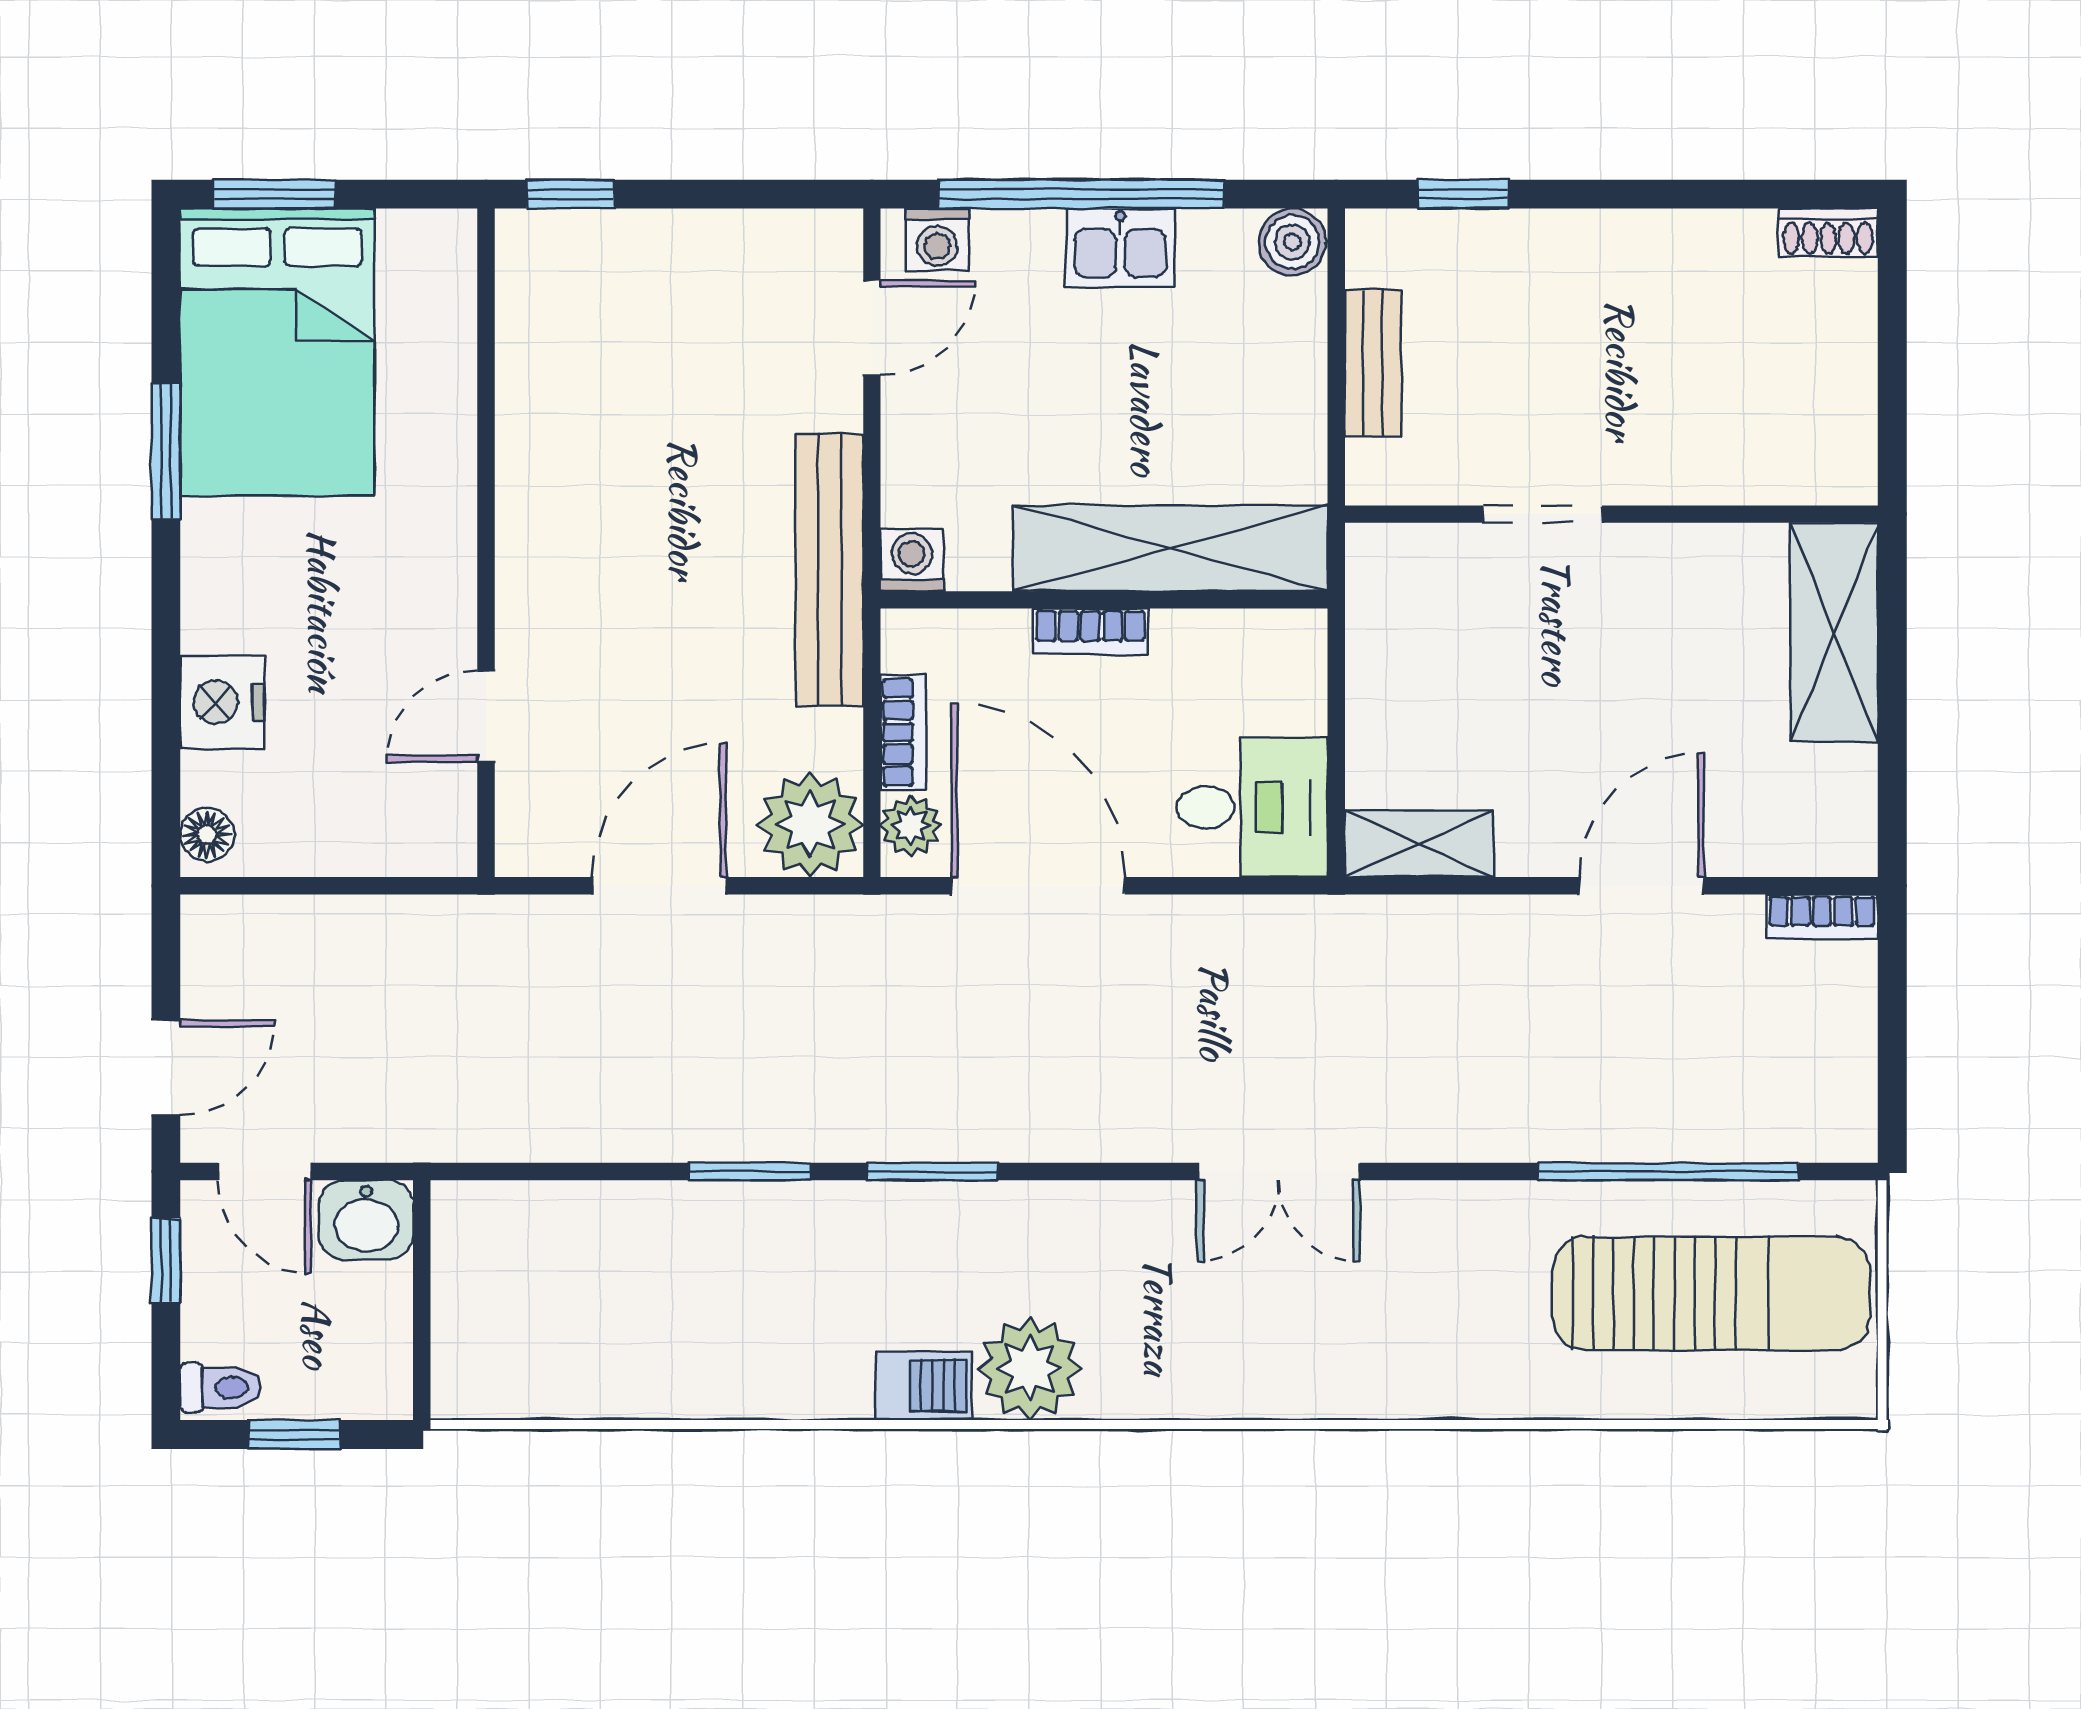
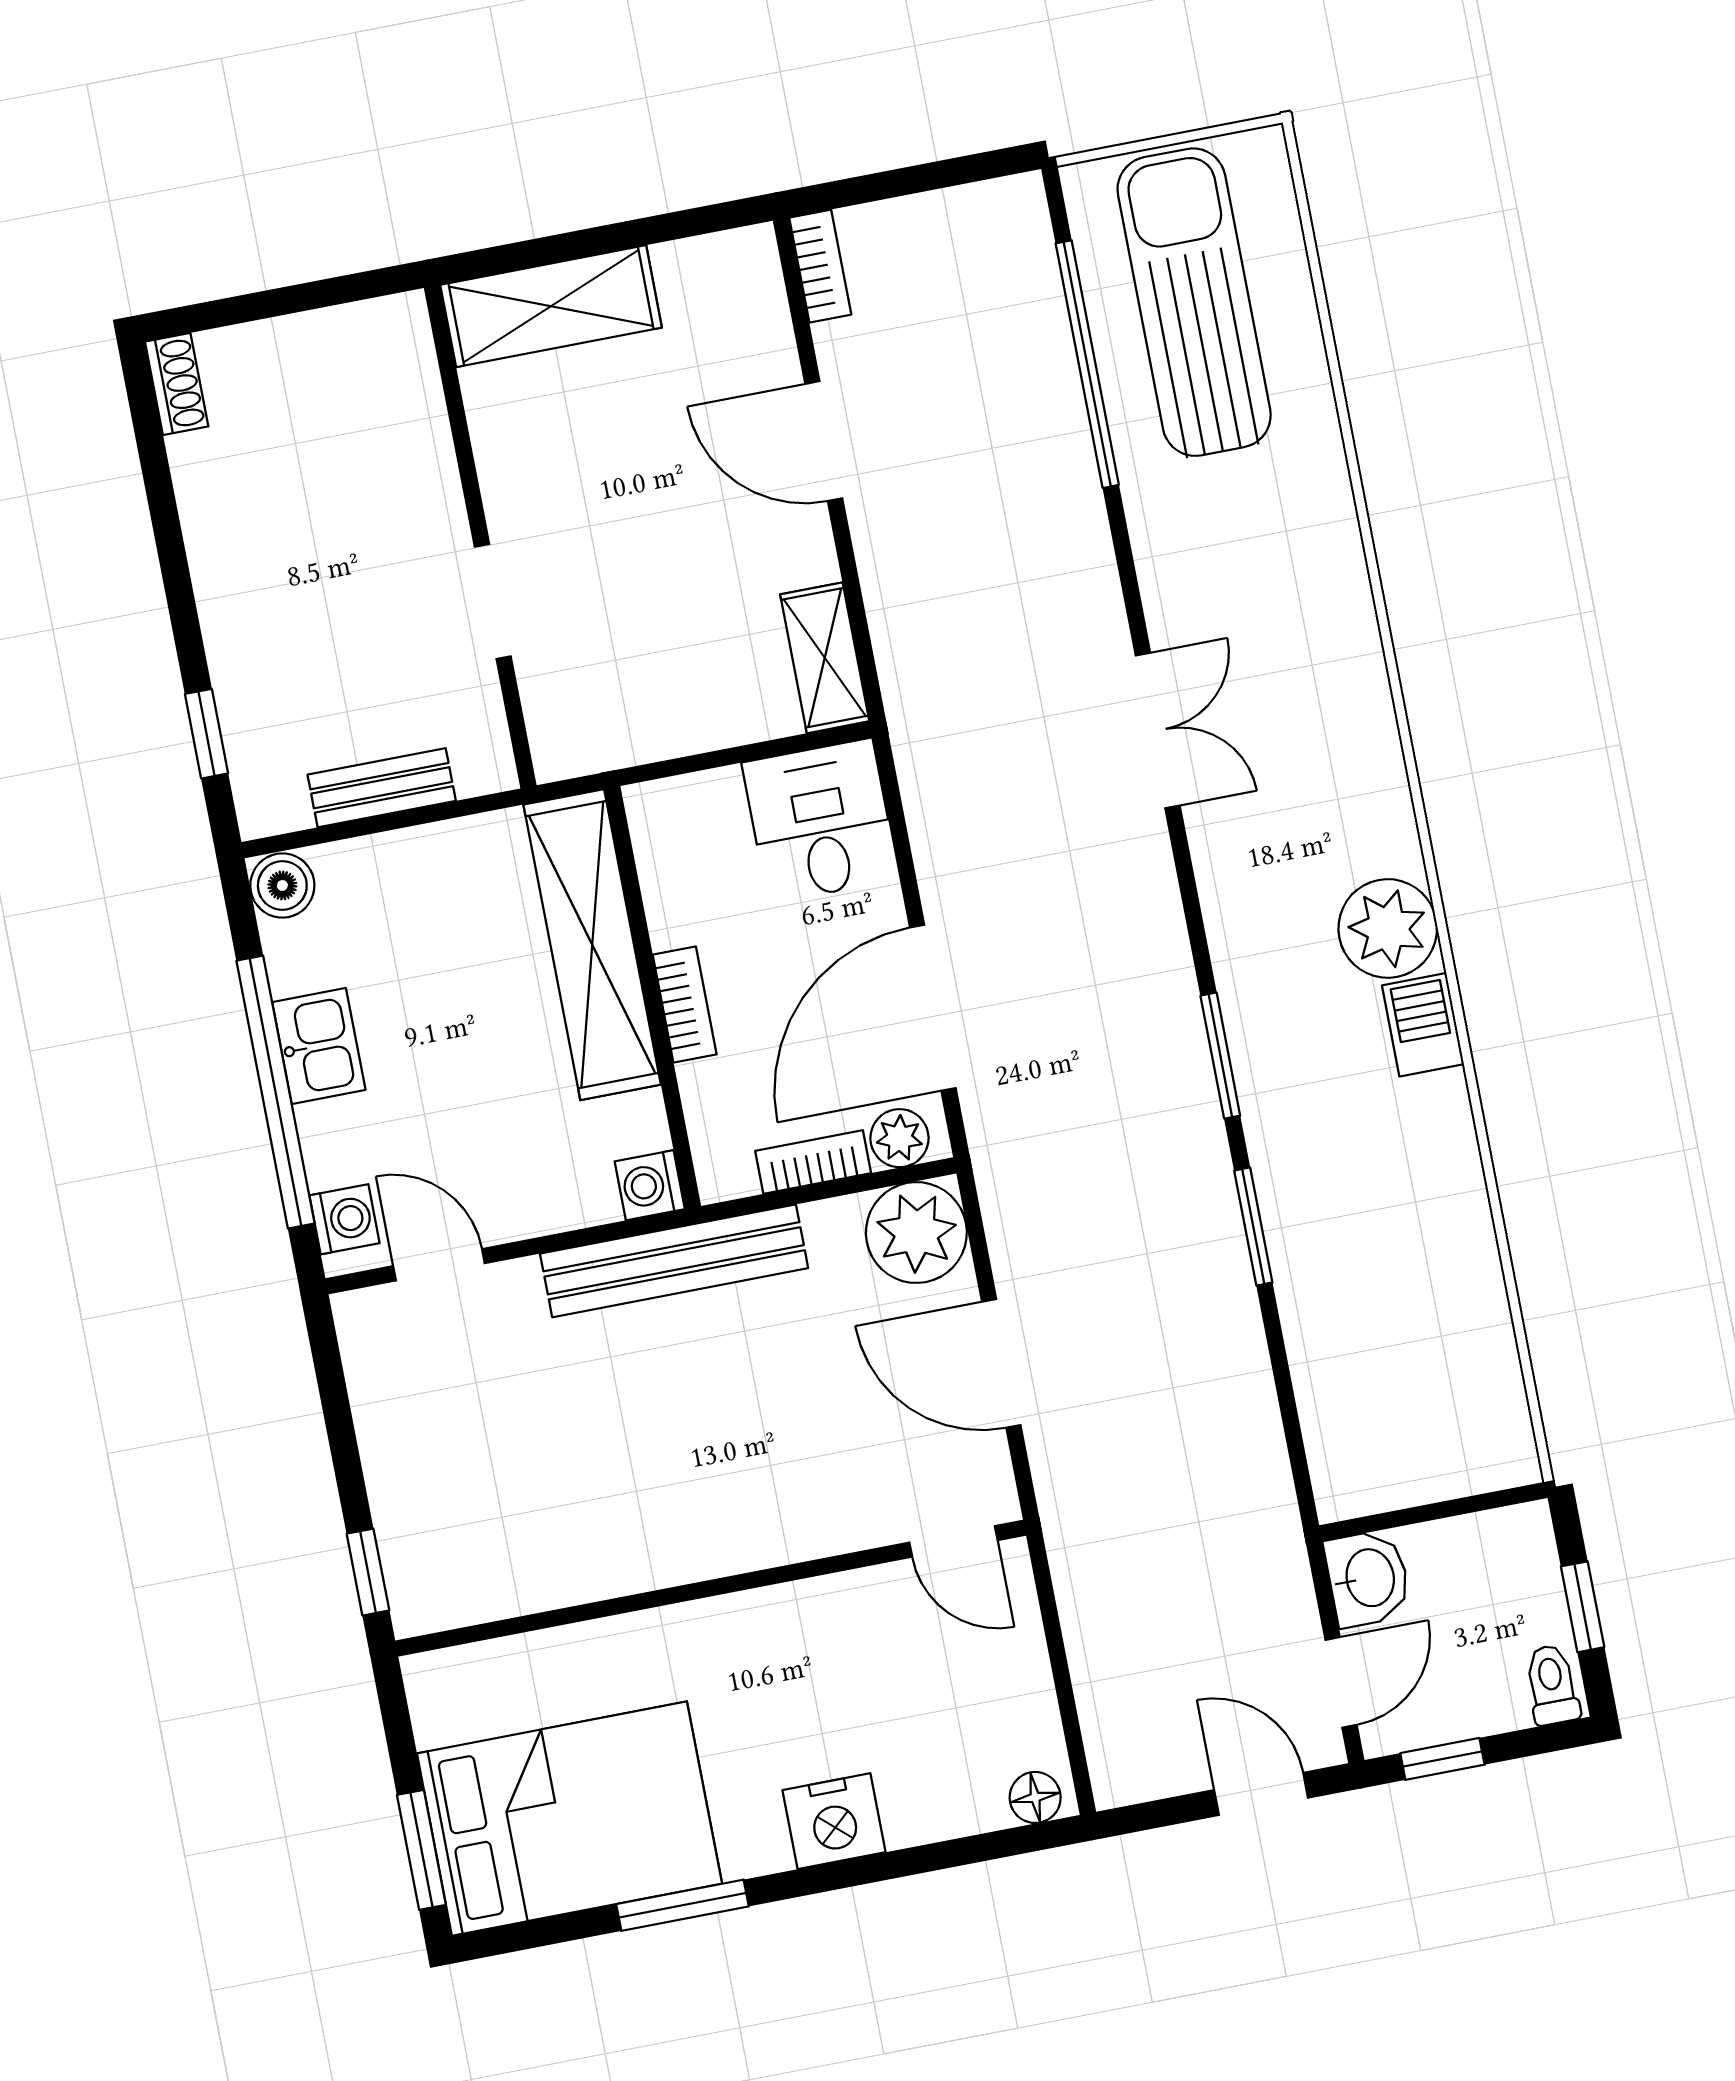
nightstand: (222, 702) -> (834, 1821), moved
door: (486, 716) -> (953, 1541), moved

